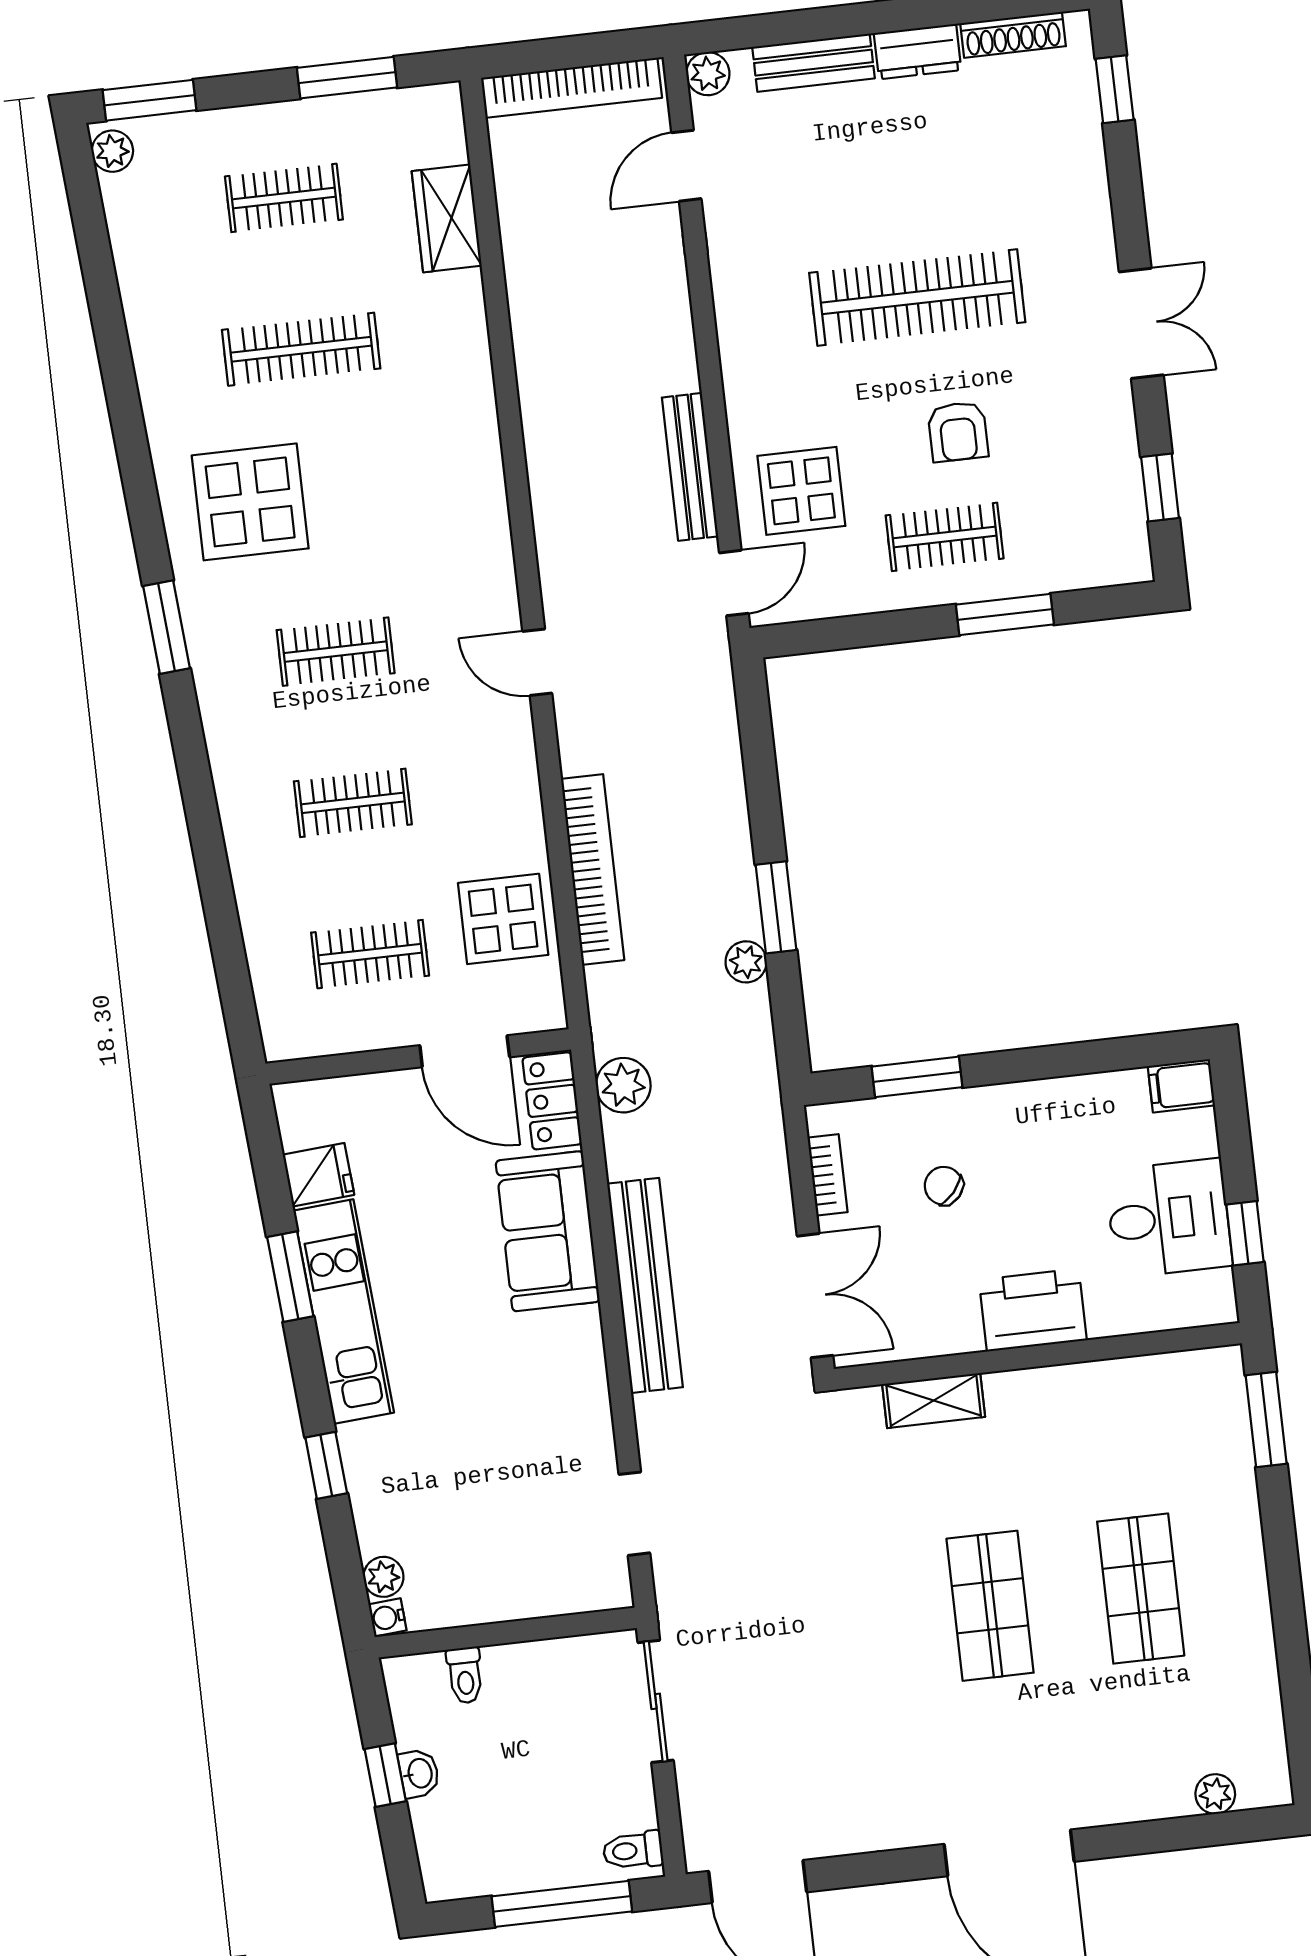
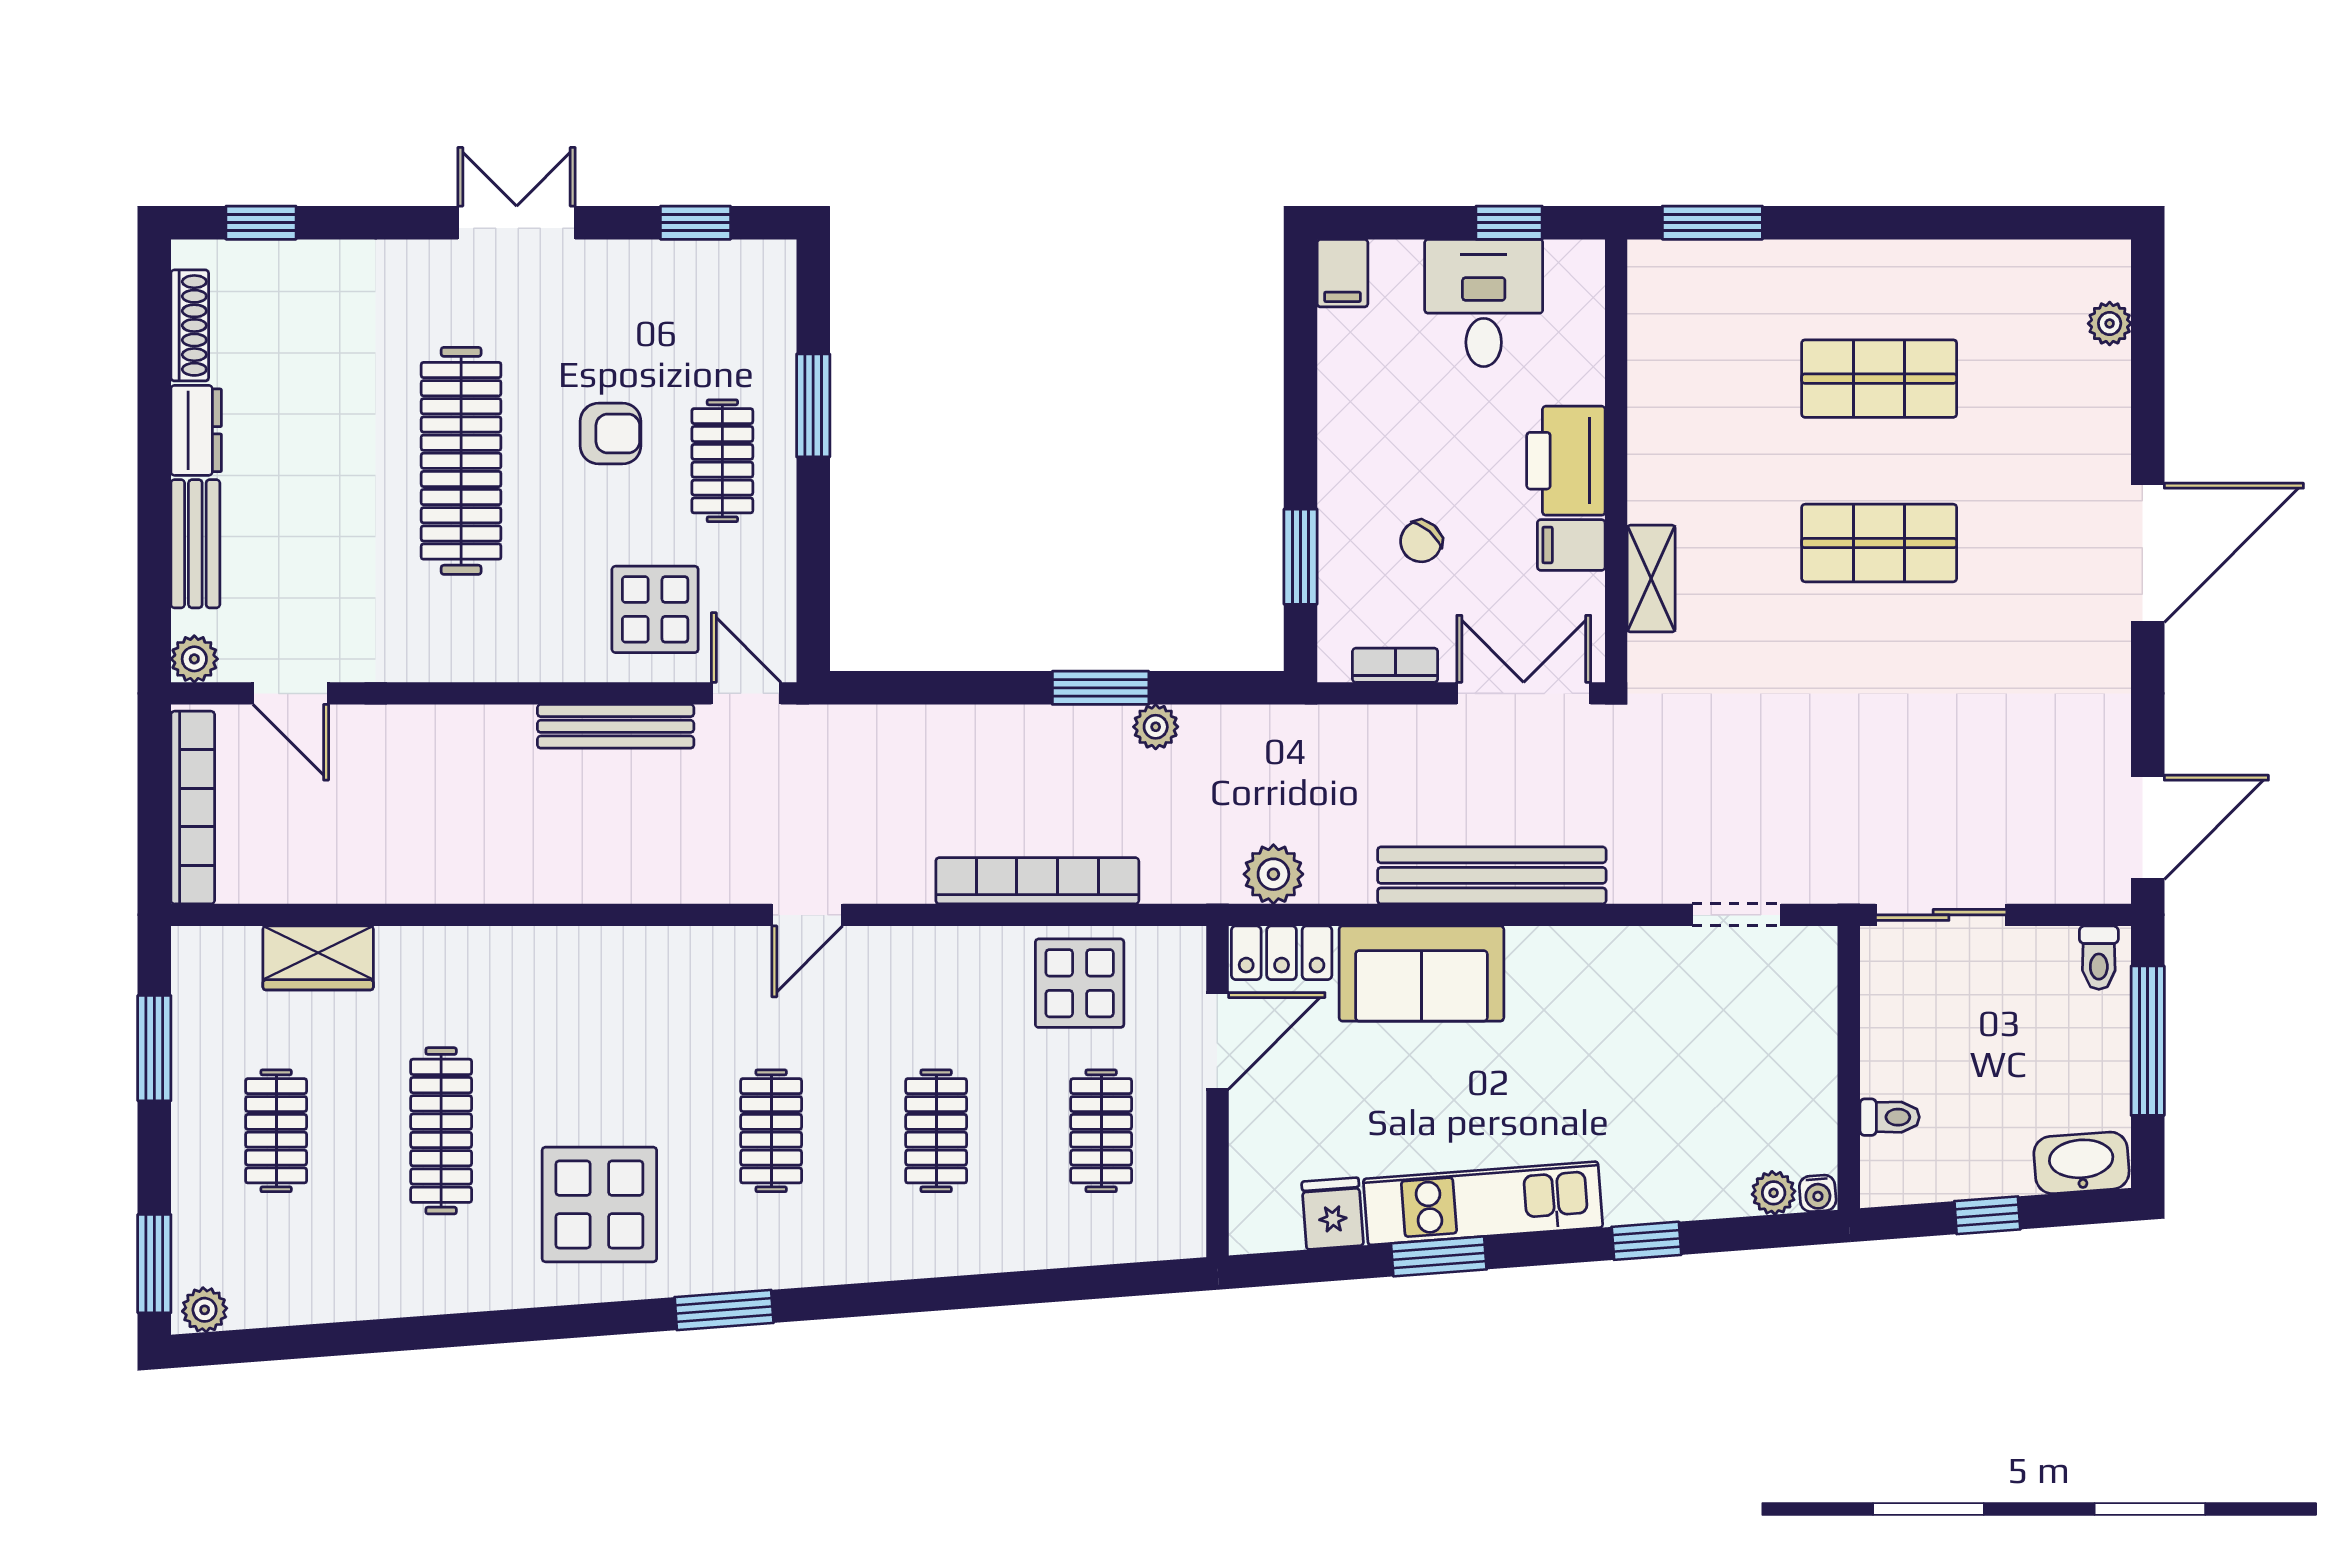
filing cabinet: (956, 1324) -> (1571, 545), added
washbasin: (419, 1773) -> (2081, 1163), moved, width x1.91, depth x1.45

